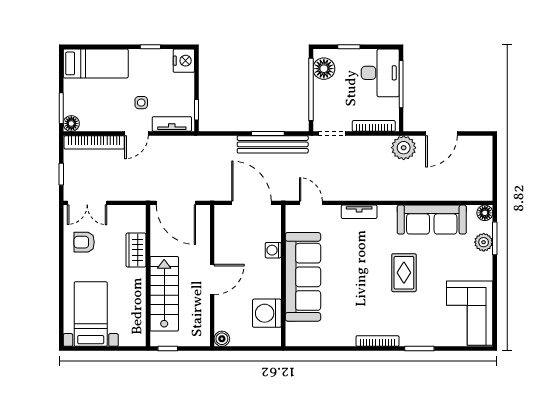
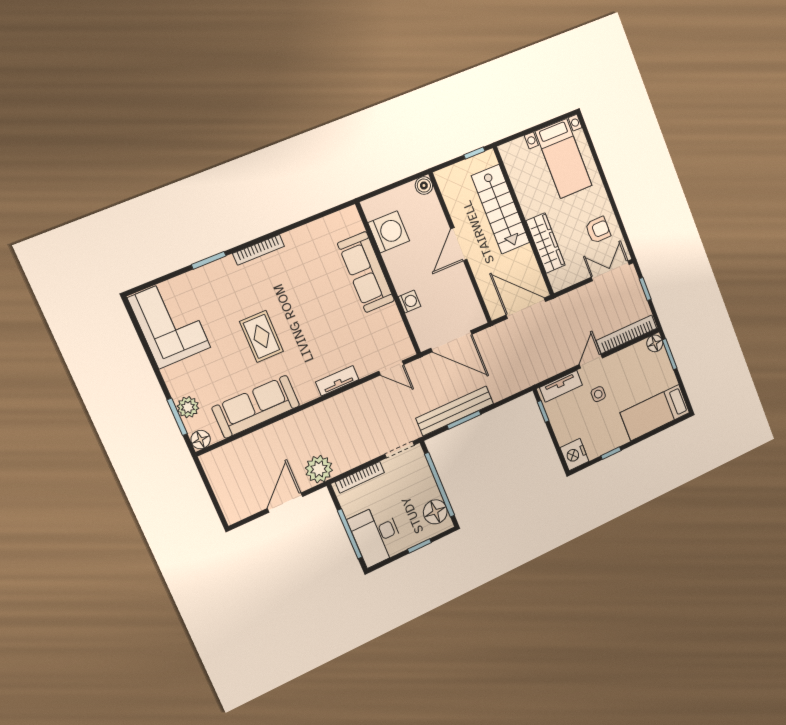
wardrobe: (136, 250) -> (546, 243), width x1.50
sofa: (303, 277) -> (366, 272), width x0.74, depth x0.79

